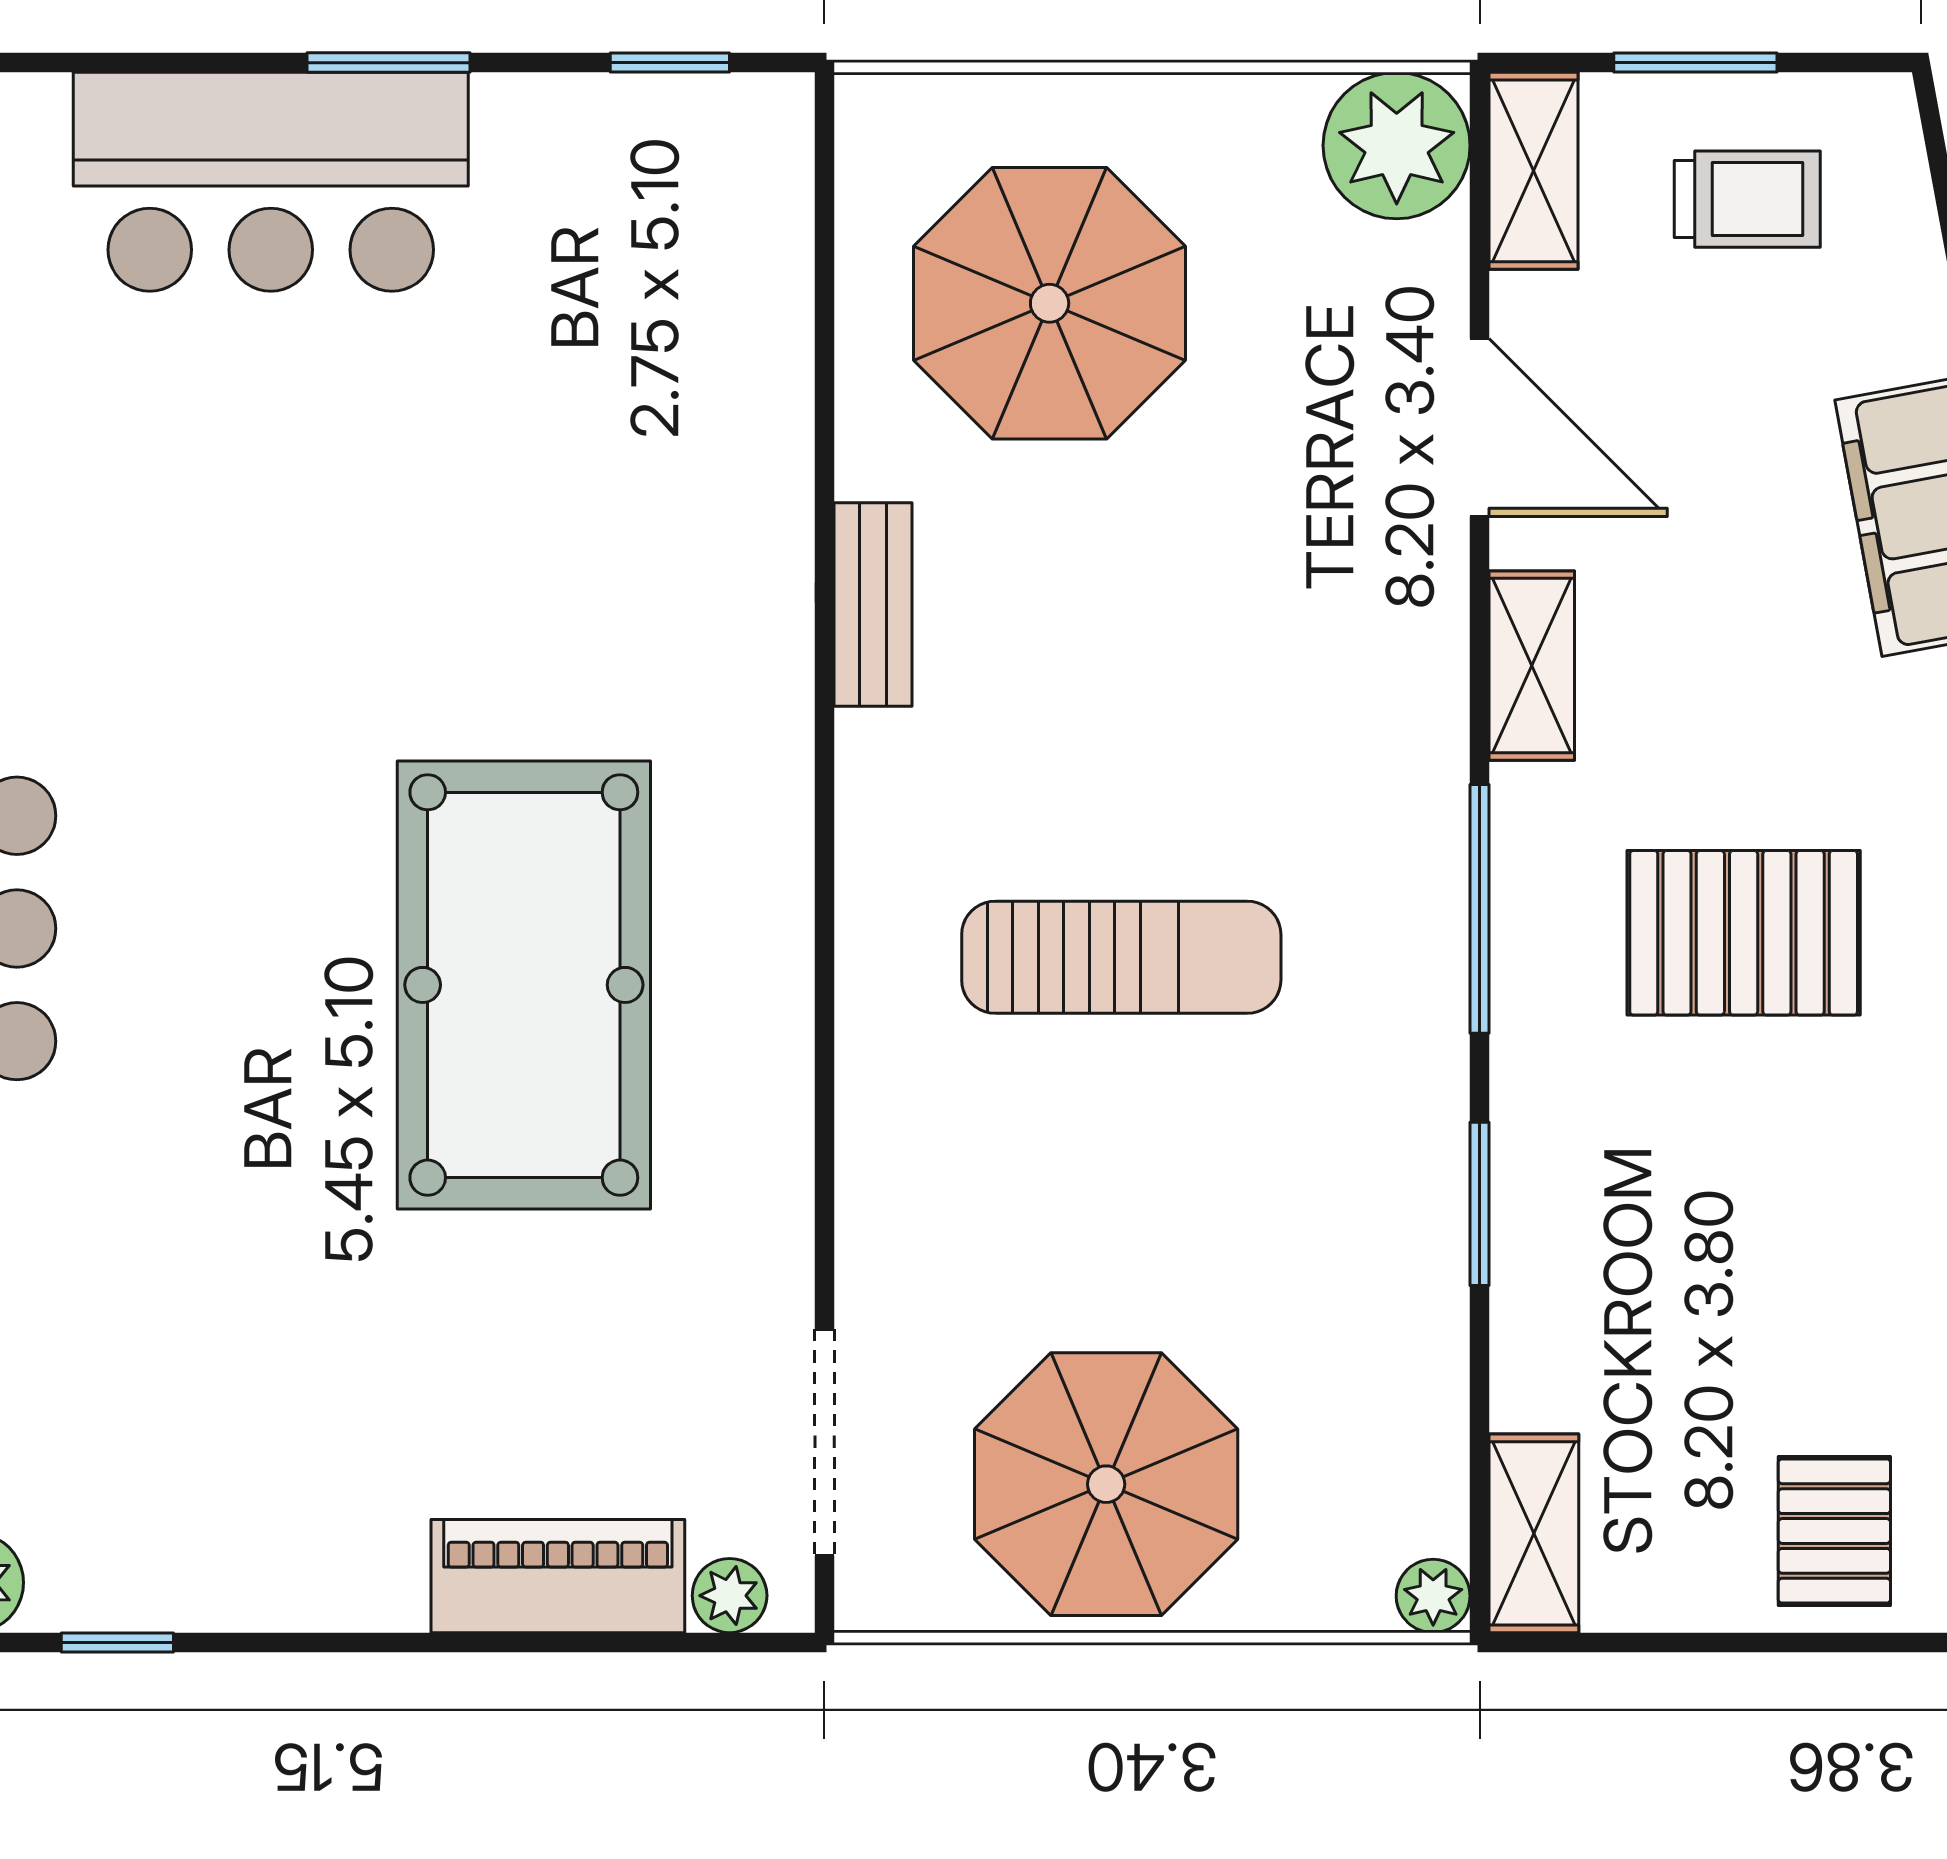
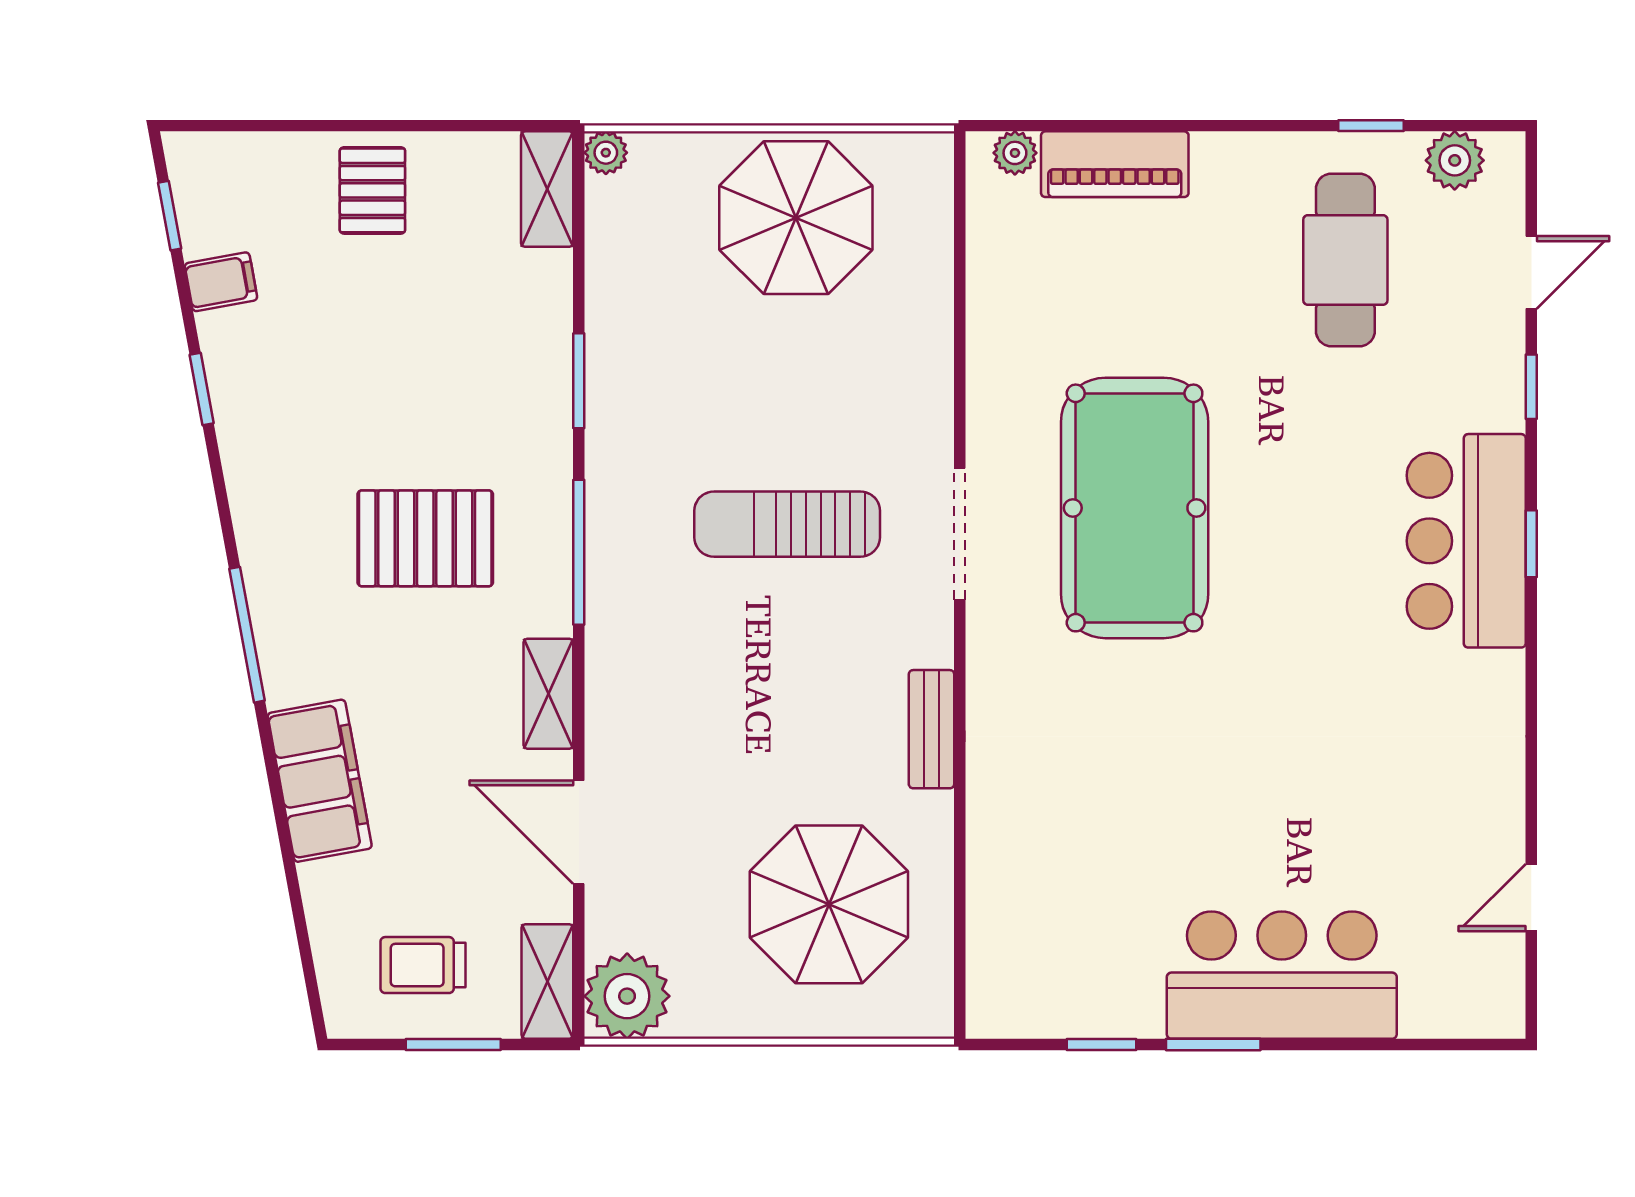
window: (670, 63) -> (1102, 1044), moved
cafe table: (161, 1411) -> (1345, 260), added
doorway: (824, 1442) -> (960, 534), moved

